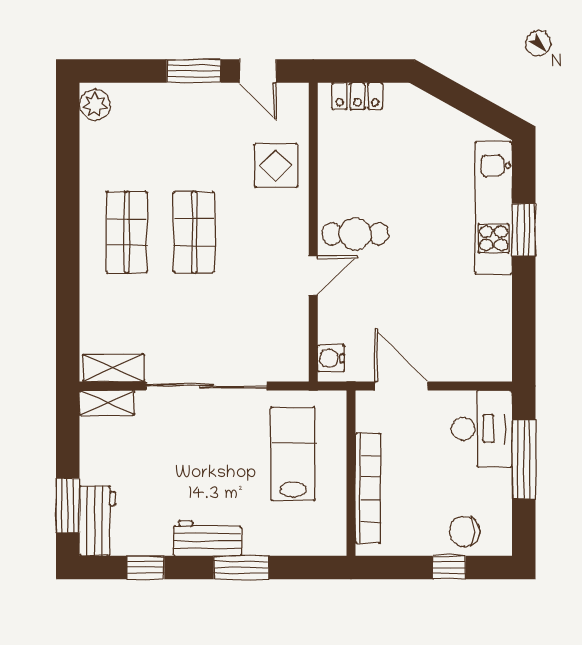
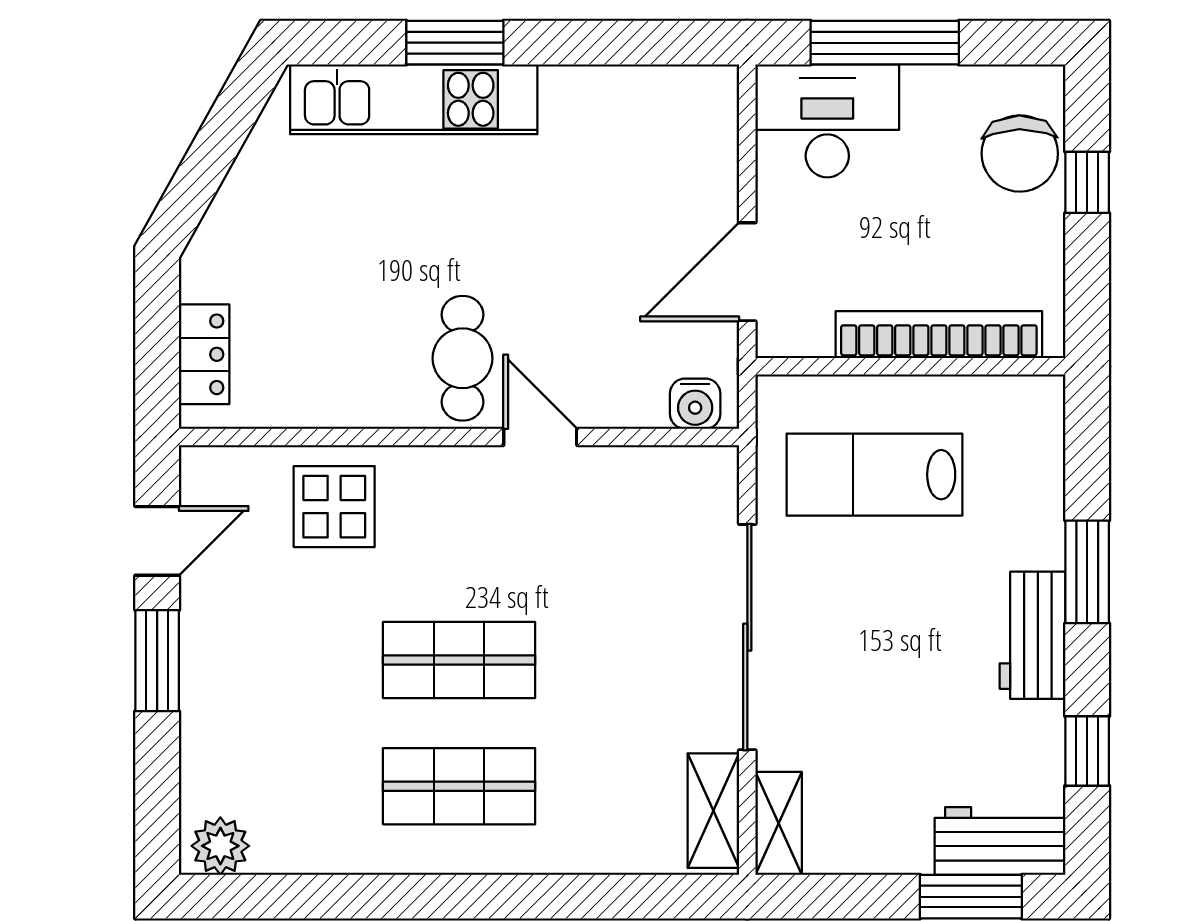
chair: (465, 532) -> (1020, 153), width x1.37, depth x1.37

